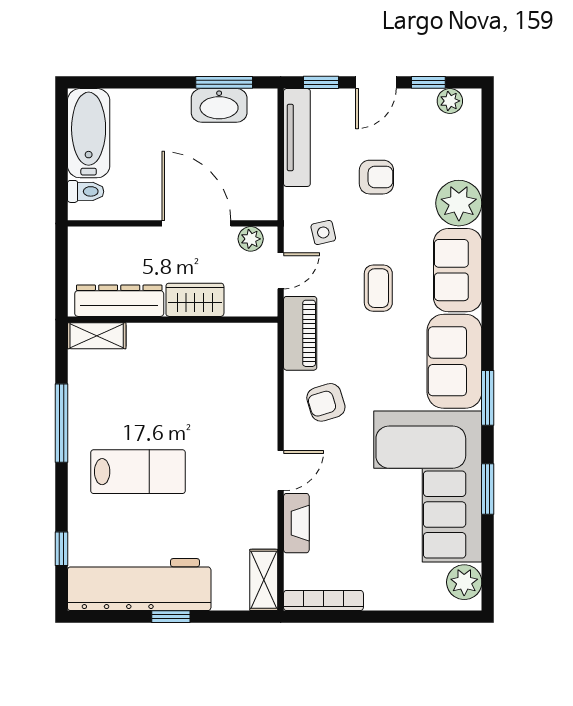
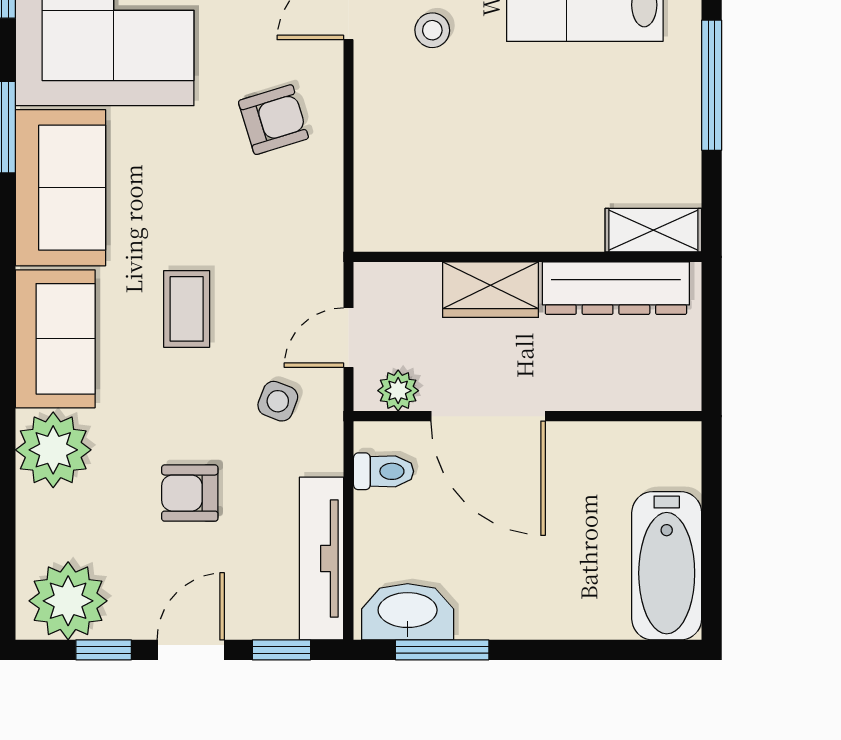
plant: (450, 101) -> (68, 601), width x1.88, depth x1.88
washbasin: (219, 105) -> (408, 612), moved
toilet: (86, 191) -> (383, 471), moved, turned 180
side table: (323, 232) -> (278, 401), turned 34
piano: (300, 333) -> (316, 234), removed
stool: (230, 456) -> (432, 30), added

